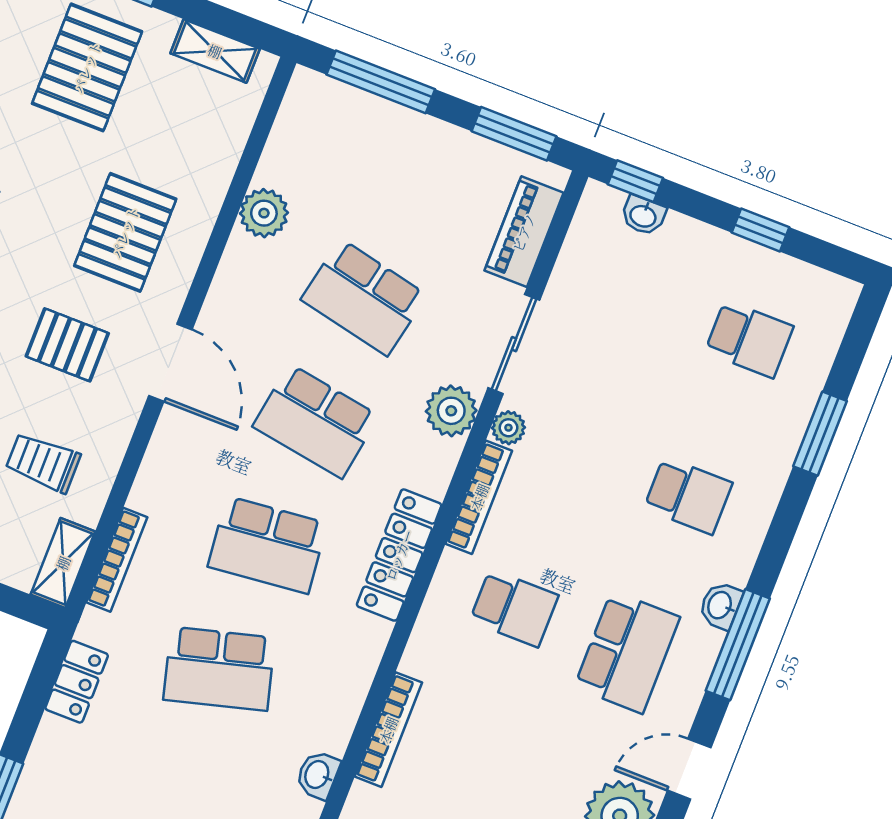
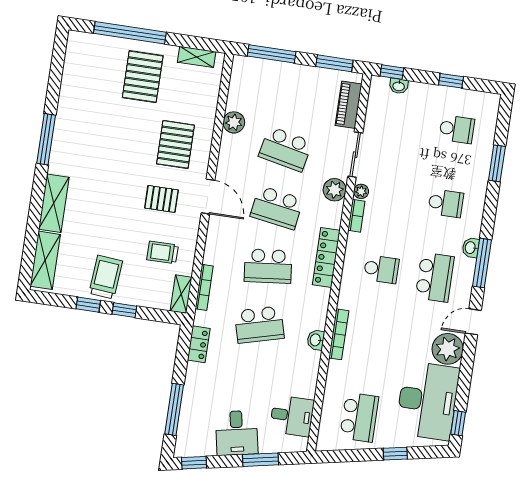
bookcase: (479, 497) -> (356, 216), width x0.64
washbasin: (318, 775) -> (316, 340), moved

